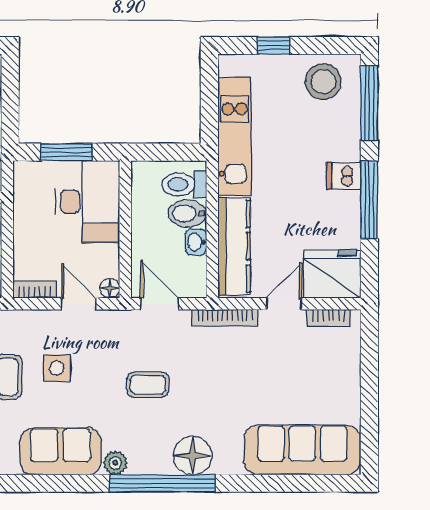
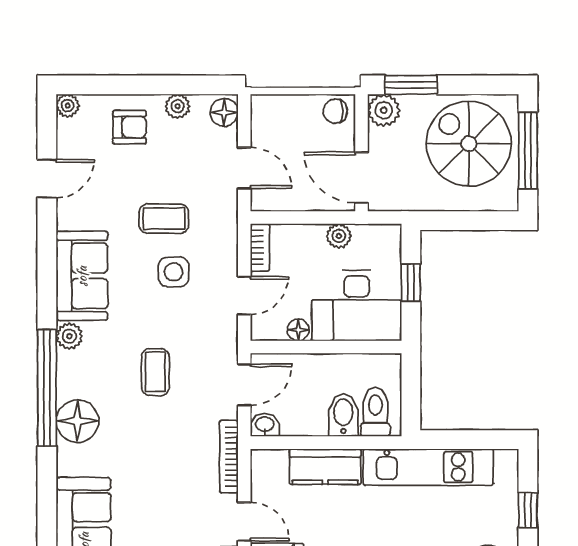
window: (67, 152) -> (411, 283), width x0.67
plant: (24, 218) -> (339, 236), added
washbasin: (196, 242) -> (265, 425), moved
kitchen counter: (234, 246) -> (325, 467), width x0.67
floor lamp: (110, 288) -> (298, 330), moved

